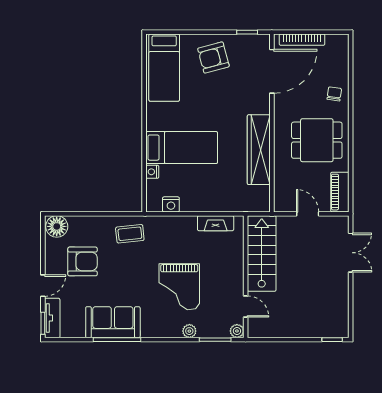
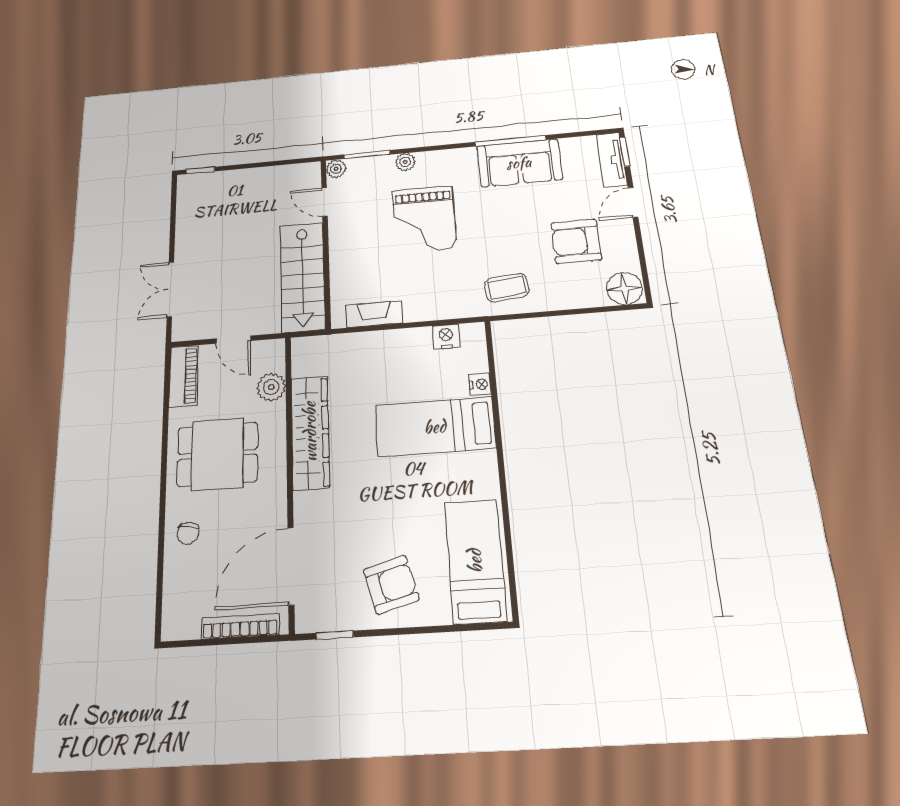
plant: (283, 180) -> (271, 387), added
grand piano: (179, 287) -> (424, 220), turned 180

